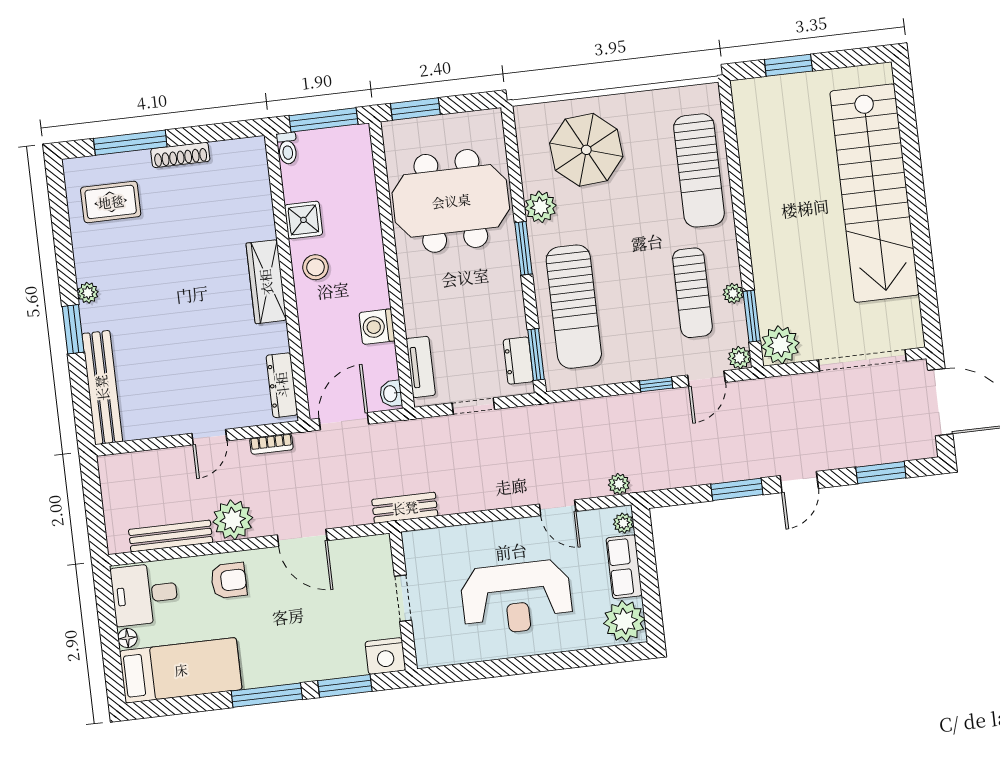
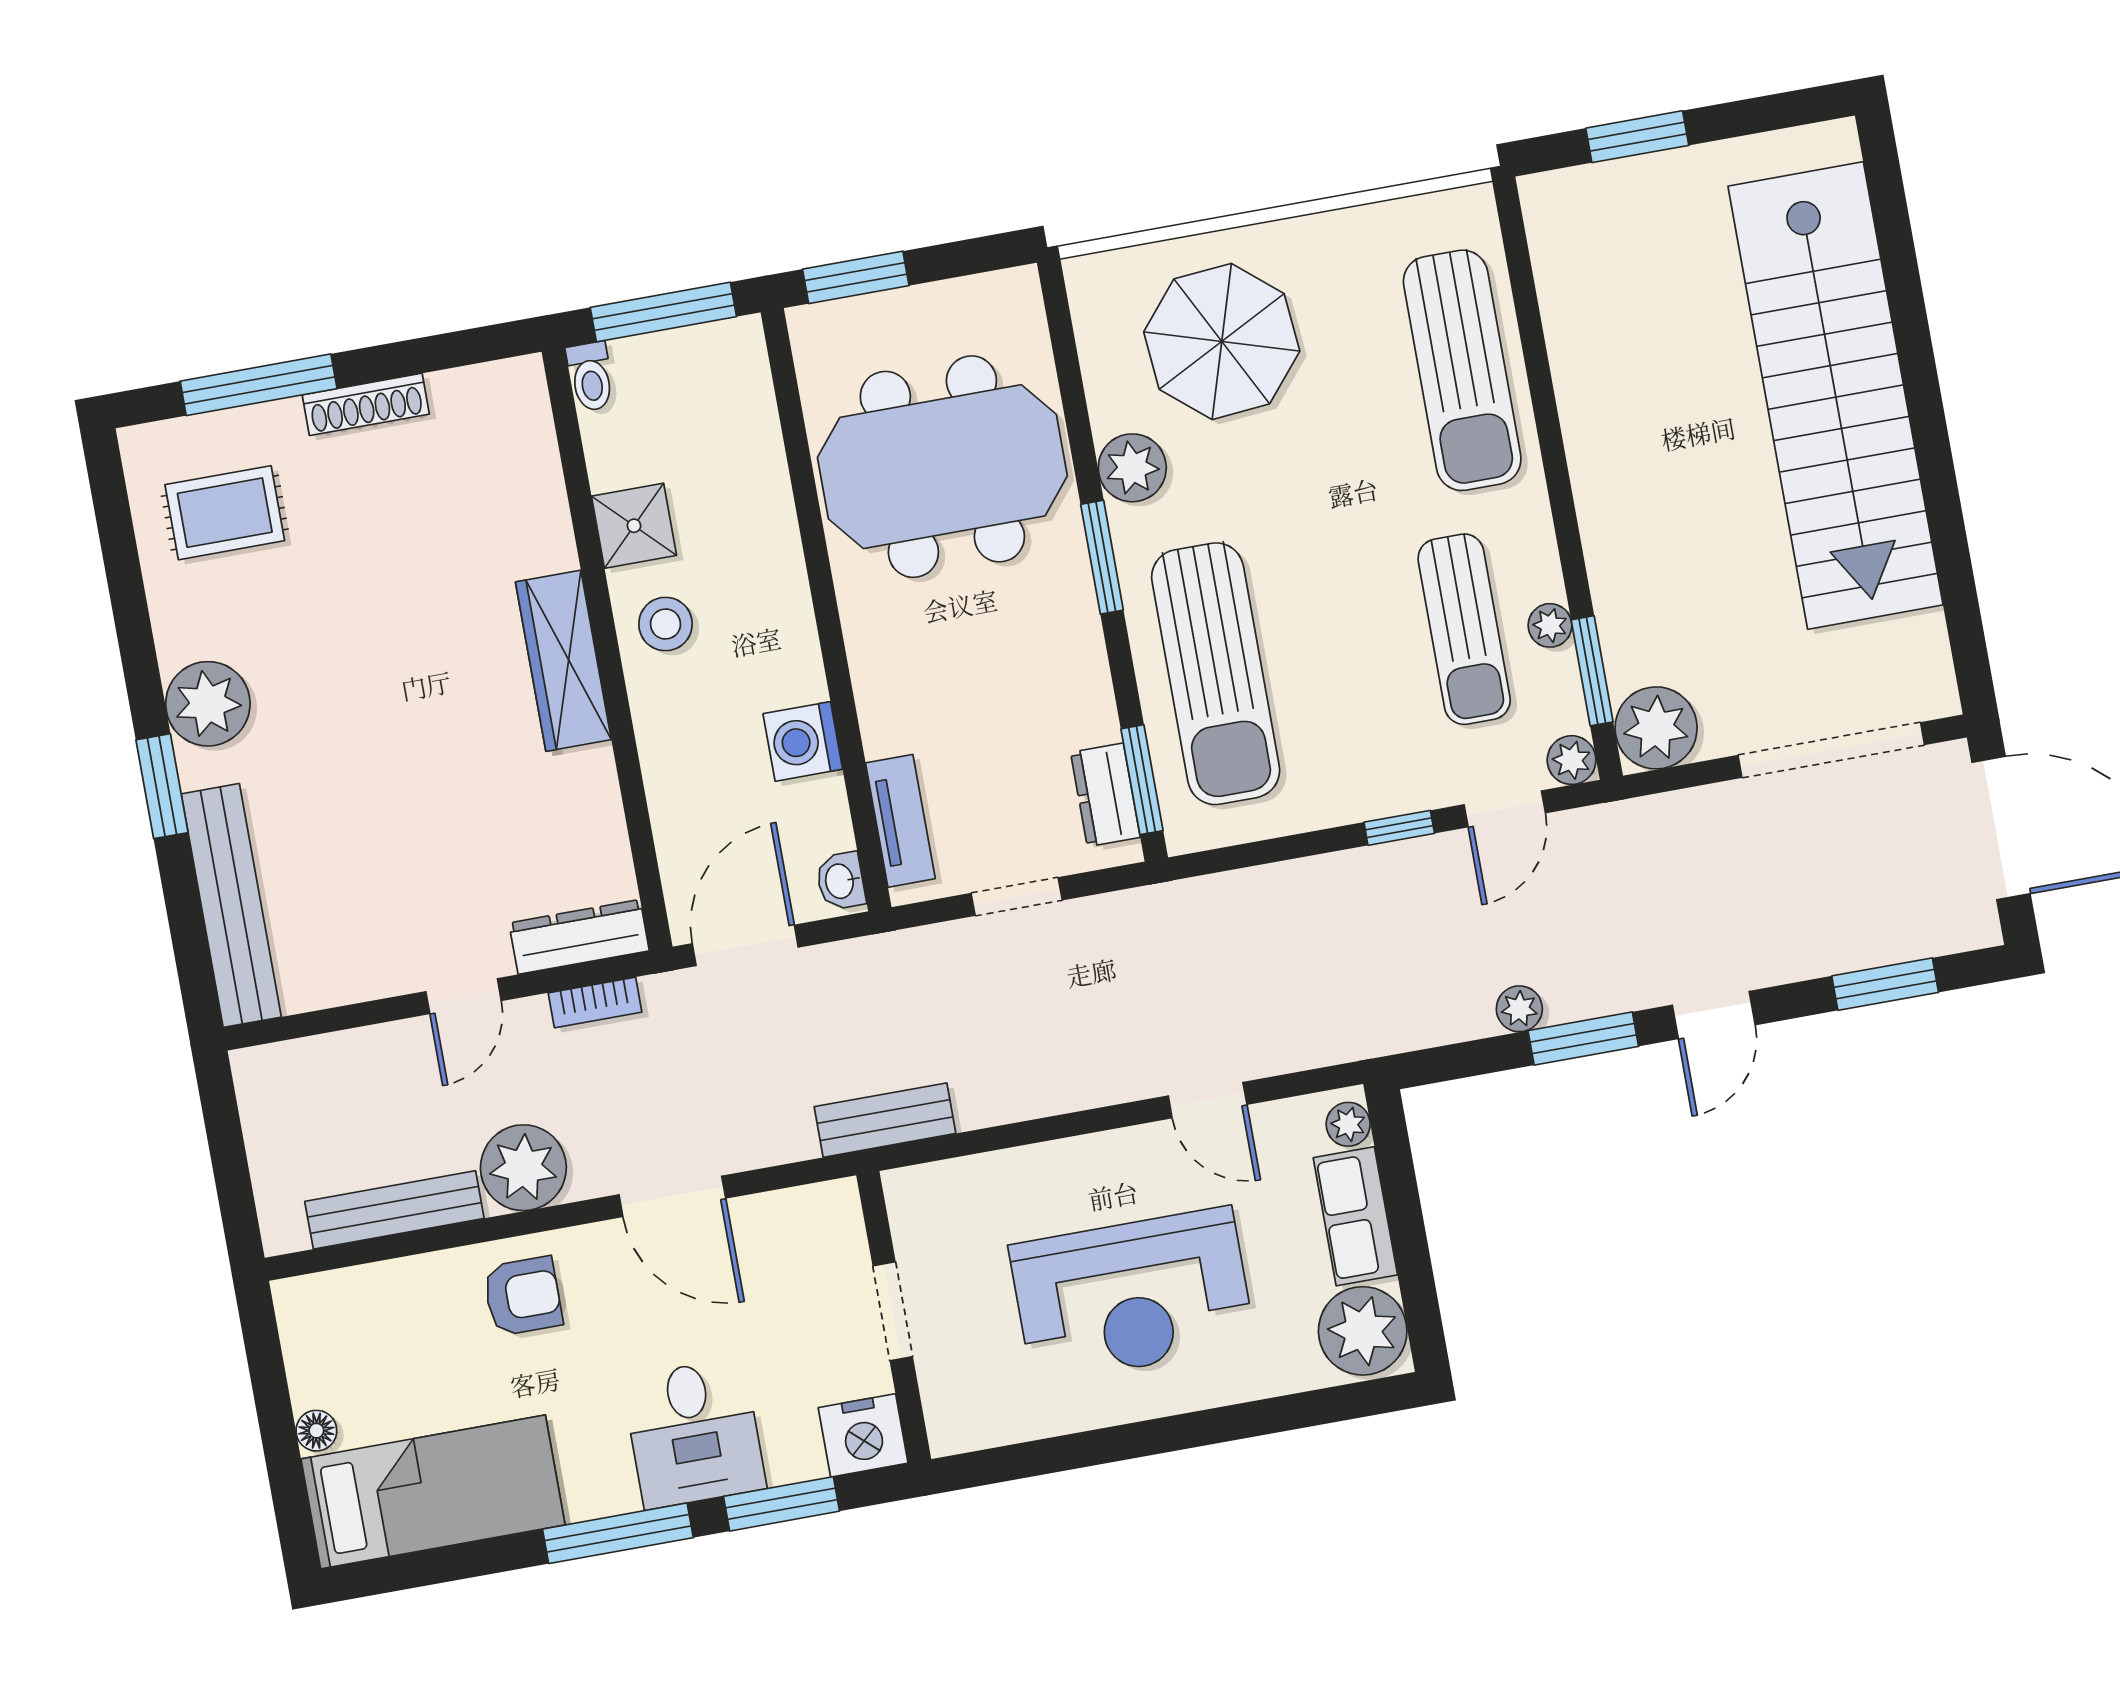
plant: (88, 293) -> (208, 704), width x1.88, depth x1.88
dresser: (282, 385) -> (579, 937), moved, turned 90
plant: (619, 484) -> (1519, 1009), moved
desk: (145, 594) -> (694, 1433), moved, turned -90

